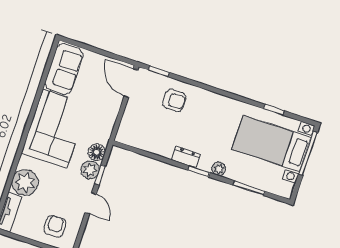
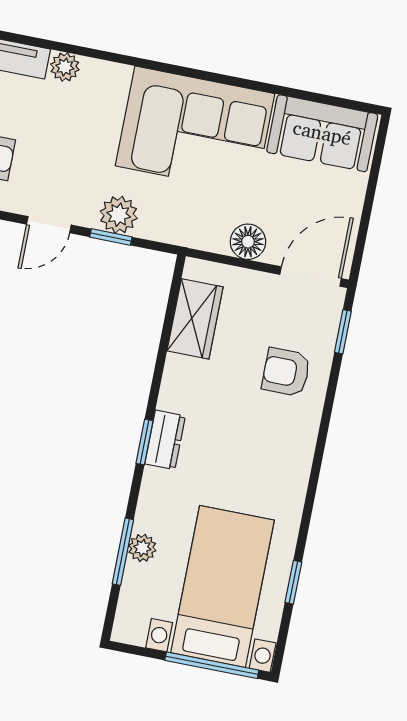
armchair: (174, 100) -> (286, 372), turned 90
wardrobe: (144, 140) -> (195, 319), added
floor lamp: (97, 152) -> (248, 242), moved
dresser: (186, 157) -> (165, 440), moved
plant: (219, 169) -> (142, 548), moved
plant: (25, 182) -> (65, 67), width x0.53, depth x0.53

